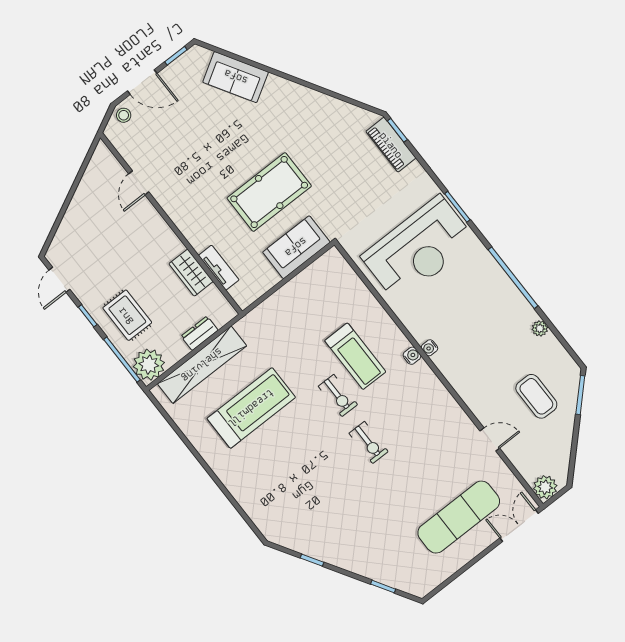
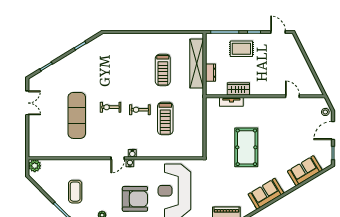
sofa: (296, 247) -> (266, 194), moved, turned -121
armchair: (477, 298) -> (135, 199), added
treadmill: (355, 356) -> (165, 118), moved, turned -90
plant: (149, 365) -> (214, 42), removed
coffee table: (536, 396) -> (75, 192), turned 90
treadmill: (251, 408) -> (163, 70), width x0.73, depth x0.73
door: (490, 439) -> (118, 158), moved
exercise mat: (459, 517) -> (77, 115), moved
double door: (519, 526) -> (27, 103), moved

